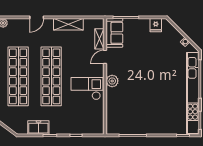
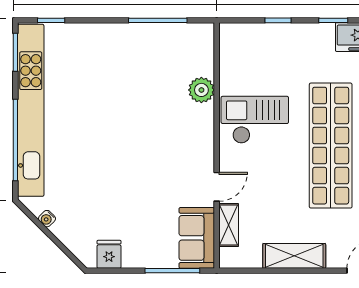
plant: (112, 81) -> (201, 90), moved
checkout: (87, 89) -> (255, 120), turned 180

